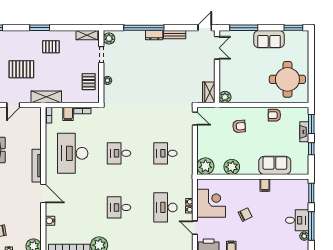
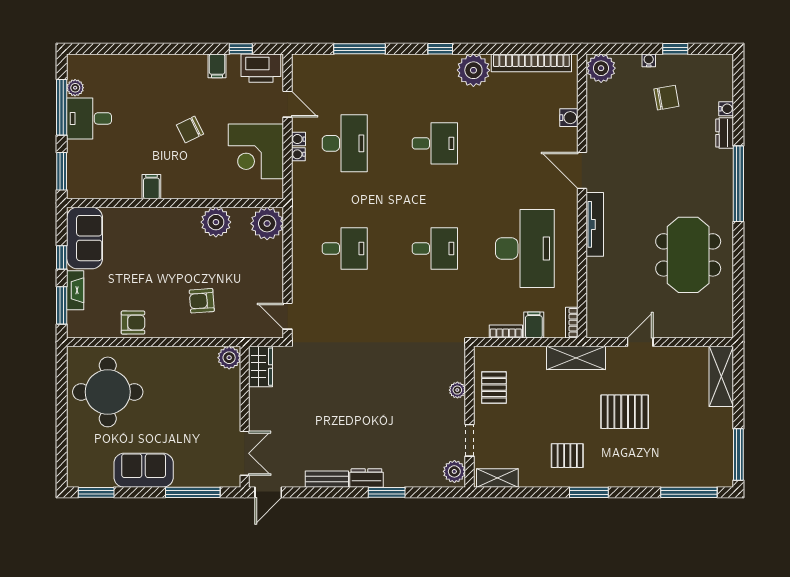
window: (144, 28) -> (387, 492), width x0.47
double door: (217, 48) -> (245, 453), swing flipped
sofa: (275, 165) -> (85, 238), moved, turned -90

